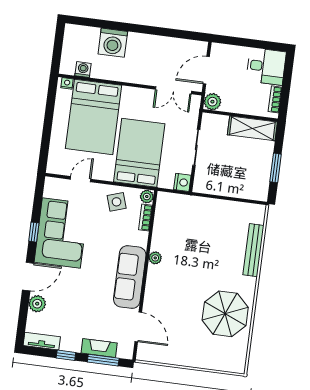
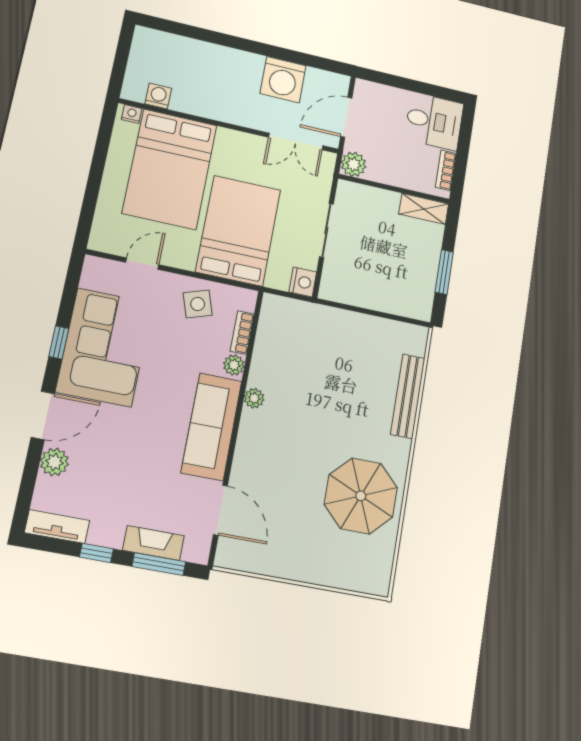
washing machine: (113, 43) -> (283, 80), moved
shelving: (252, 128) -> (424, 209), width x0.67, depth x0.75
plant: (147, 197) -> (234, 365), moved

